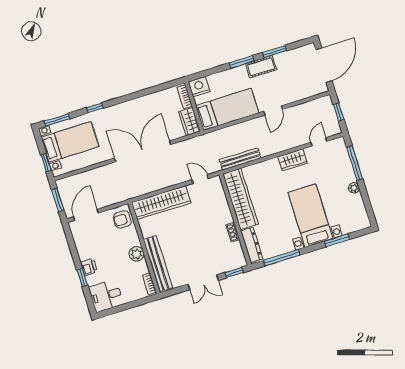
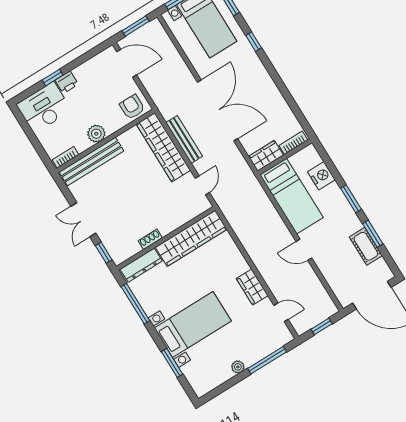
cot: (261, 67) -> (366, 246), moved
nightstand: (199, 87) -> (321, 176), moved
bench: (240, 159) -> (184, 139), moved
desk: (106, 296) -> (44, 107), width x1.37

